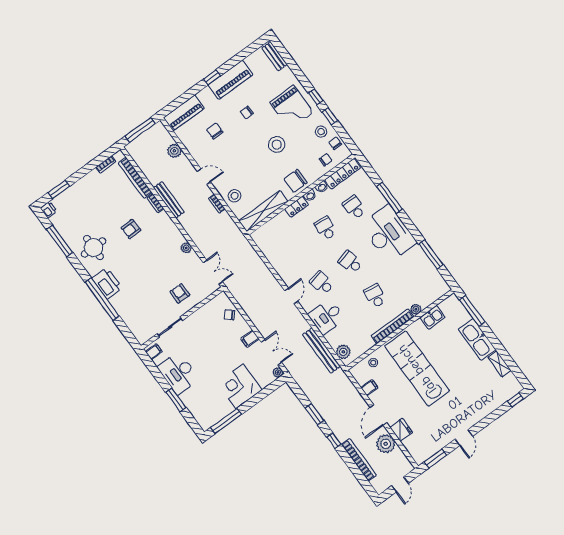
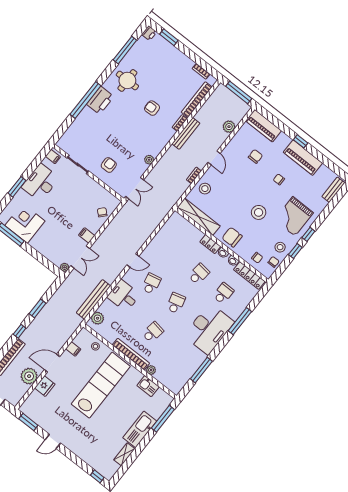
corner desk: (239, 386) -> (25, 223), moved

